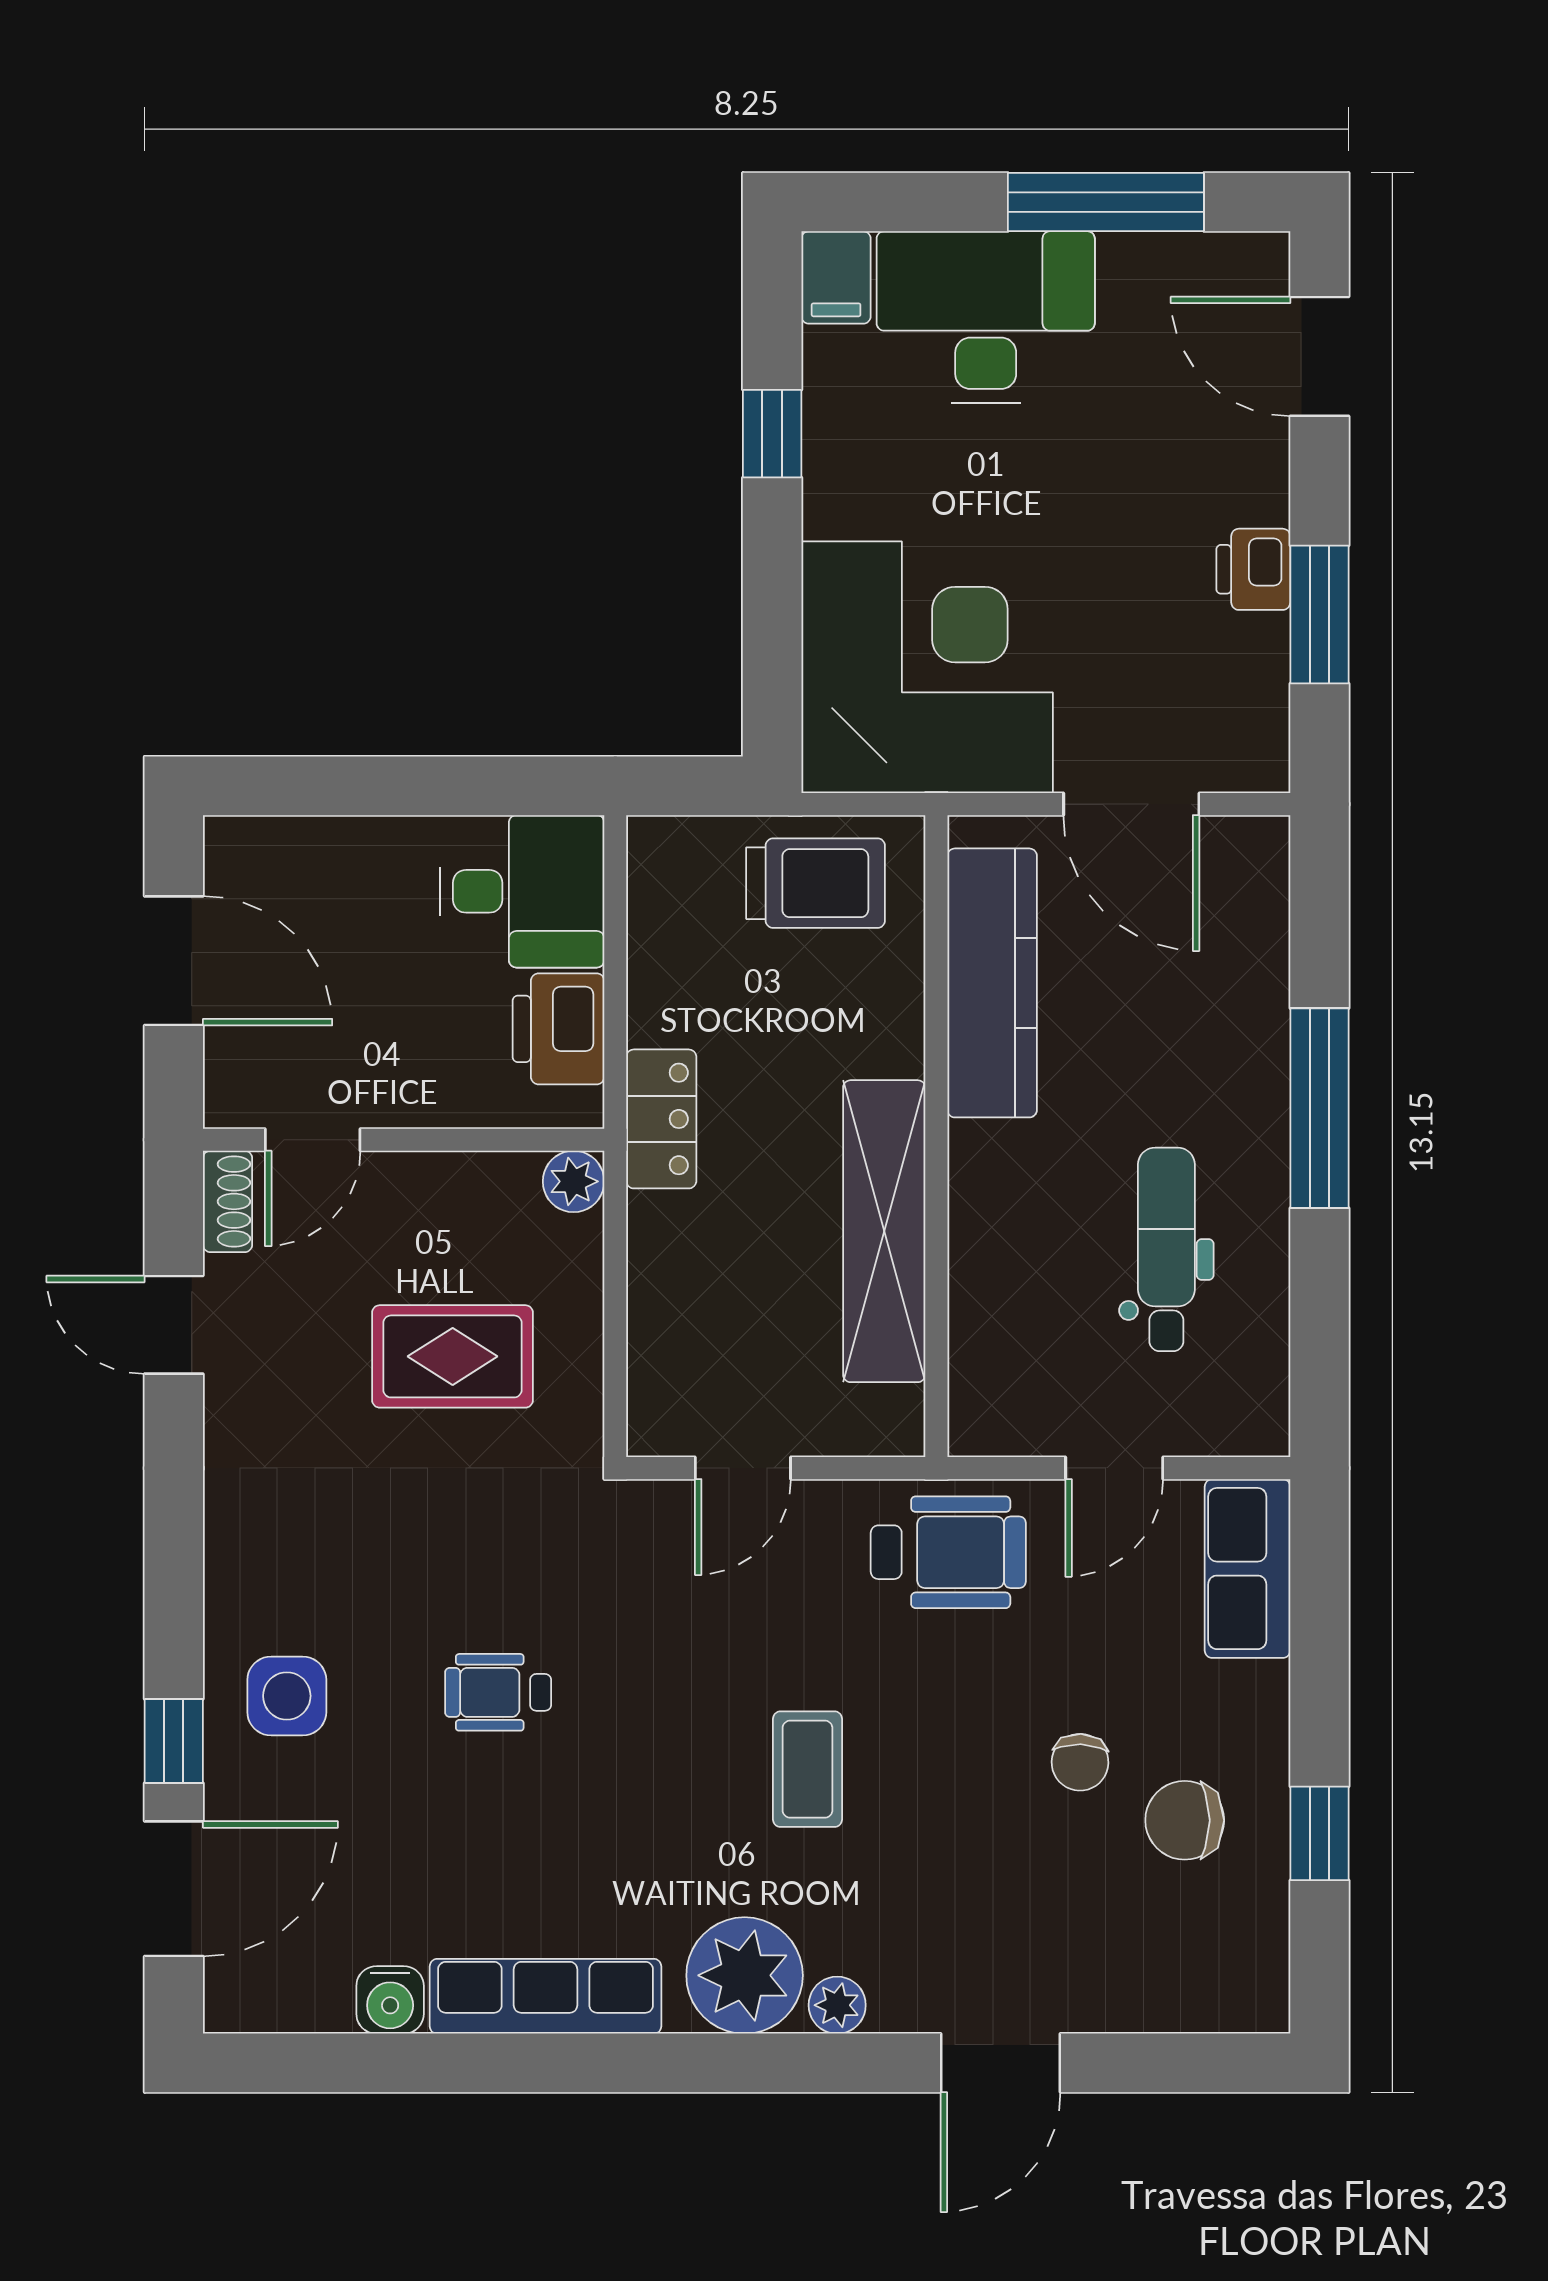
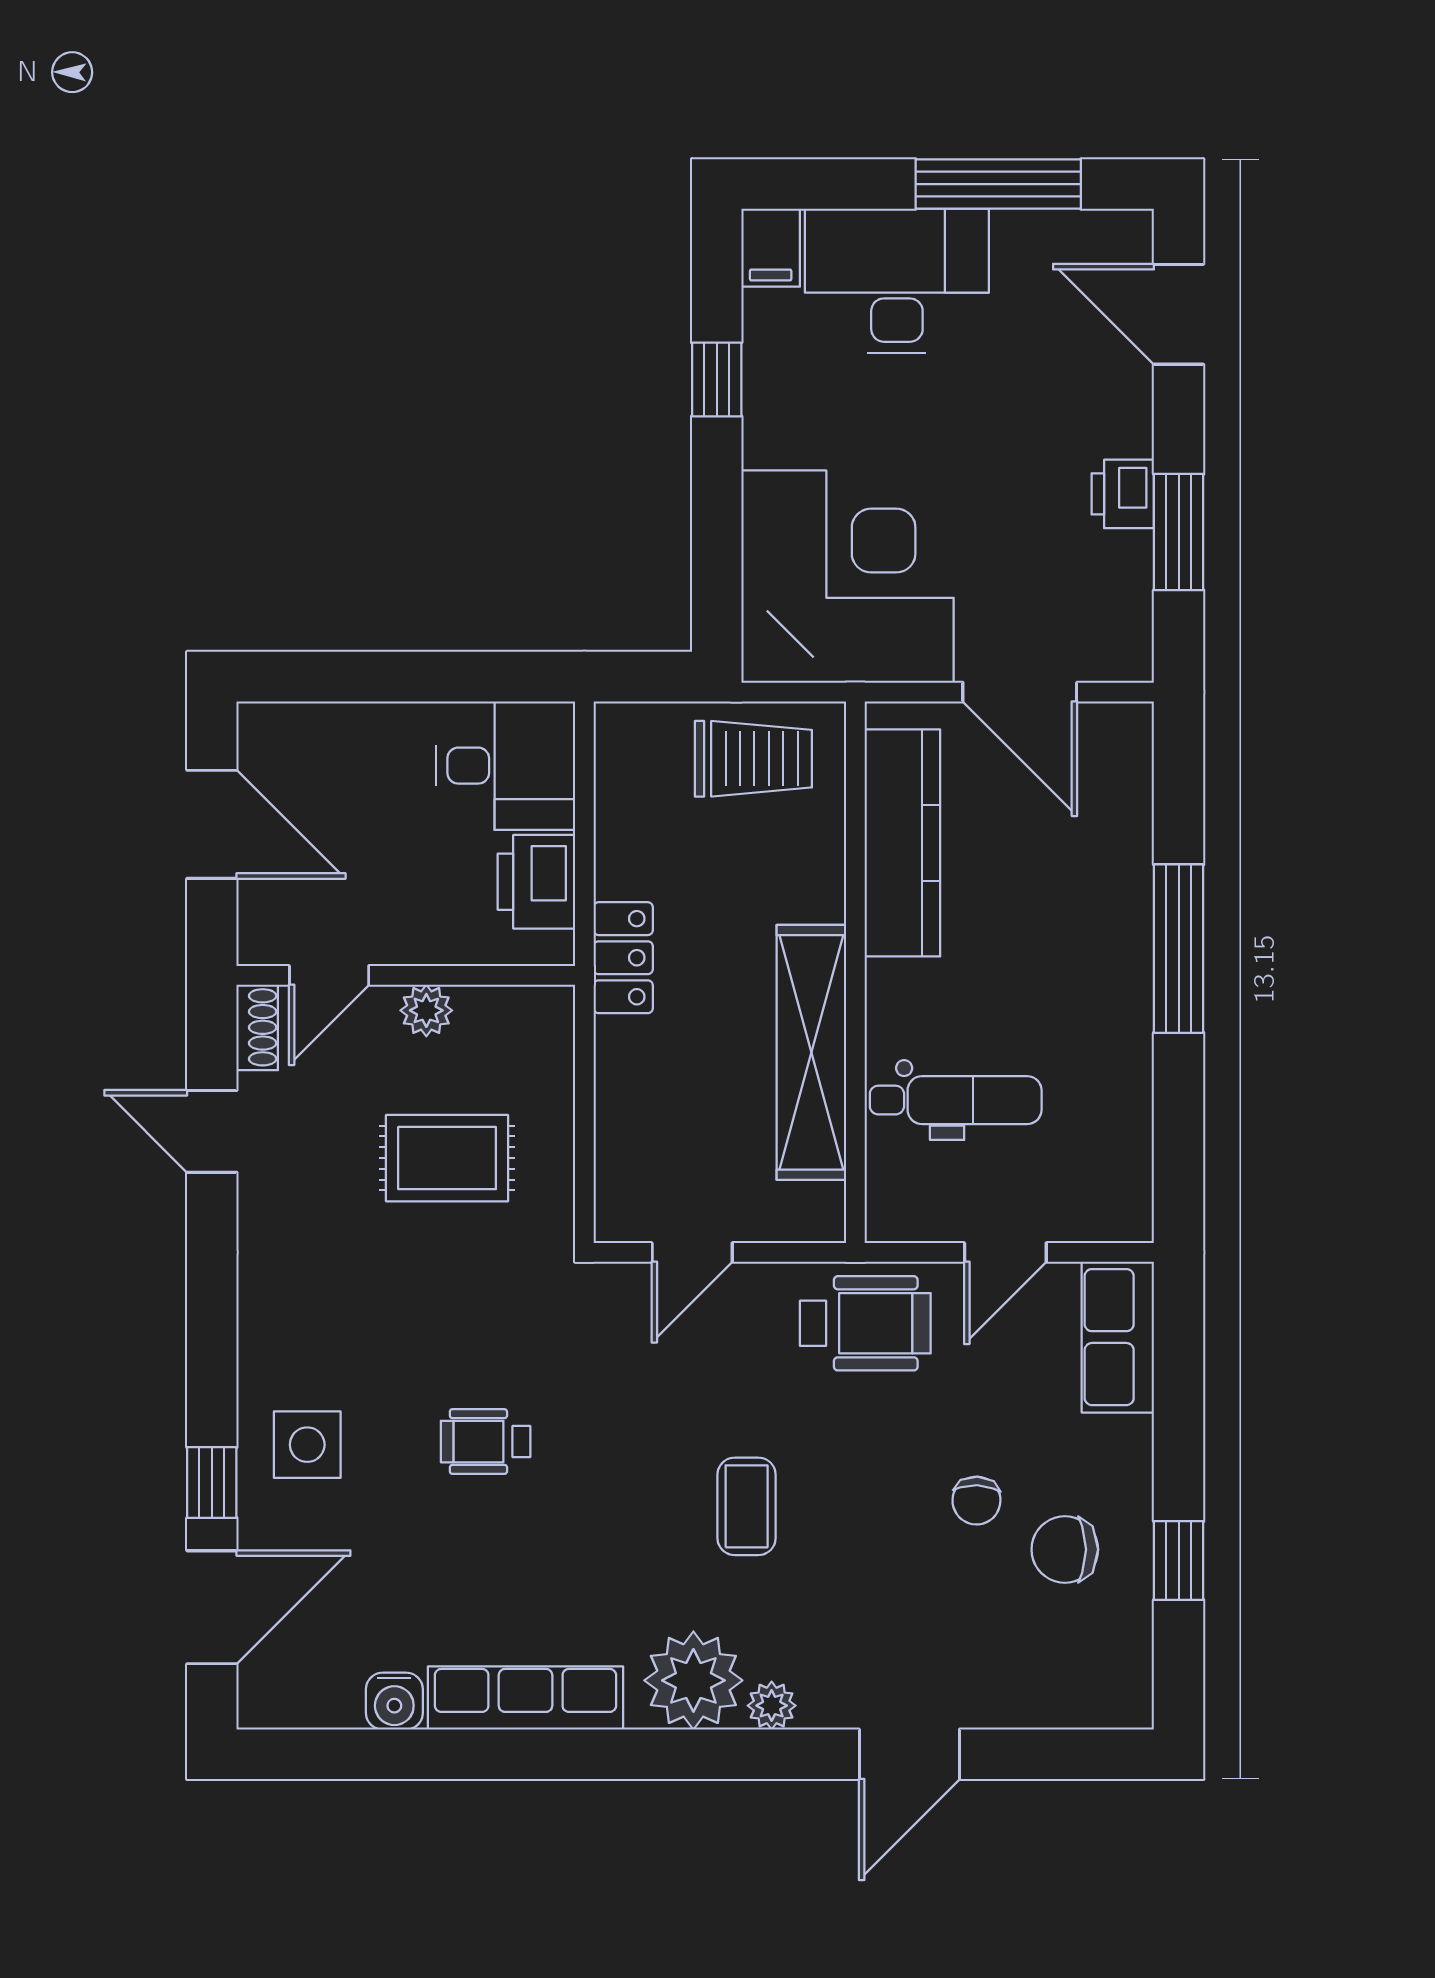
plant: (574, 1181) -> (426, 1010), moved
dental chair: (1166, 1249) -> (956, 1100), moved, turned 90

